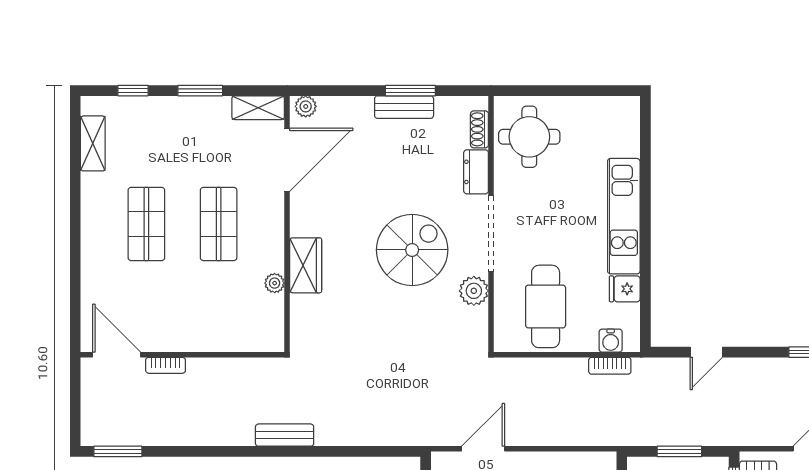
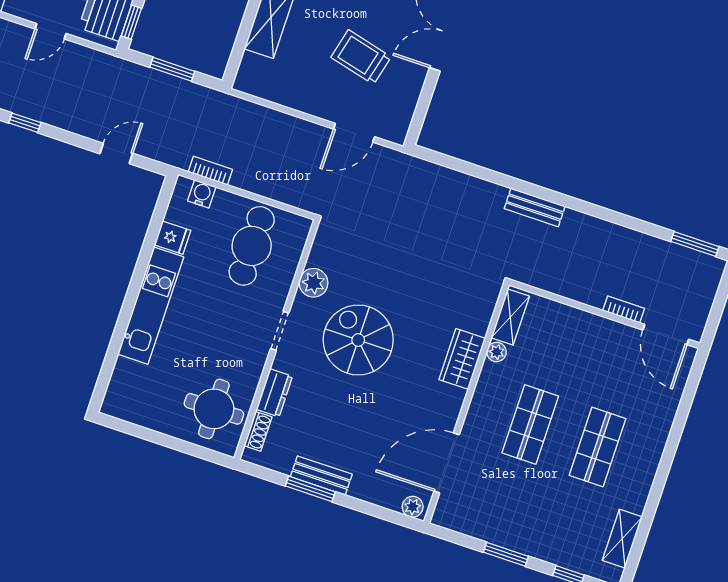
shelving: (258, 108) -> (510, 317), moved, turned 90
doorway: (491, 233) -> (280, 331), width x0.53
spiral stairs: (412, 250) -> (358, 340), turned 90

